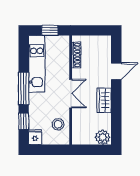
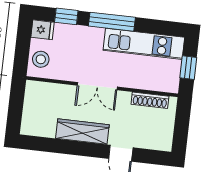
wardrobe: (104, 100) -> (82, 132), width x1.50
stool: (58, 124) -> (41, 59), moved
plant: (103, 137) -> (31, 124), removed

